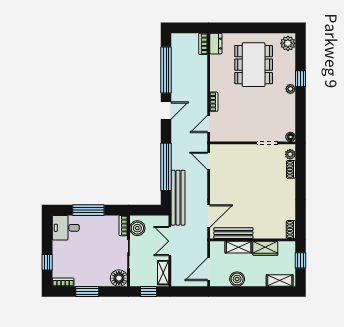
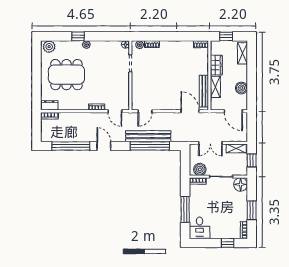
bench: (178, 198) -> (148, 136), moved

